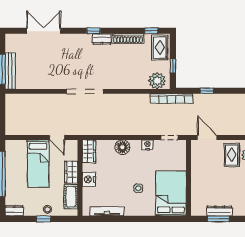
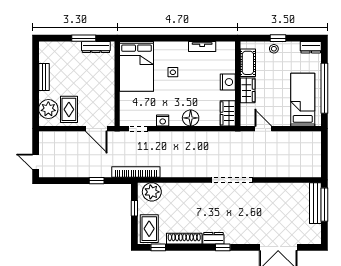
bed: (38, 164) -> (303, 100), moved
tv unit: (107, 211) -> (202, 47), width x0.71
dresser: (219, 211) -> (96, 47), moved

